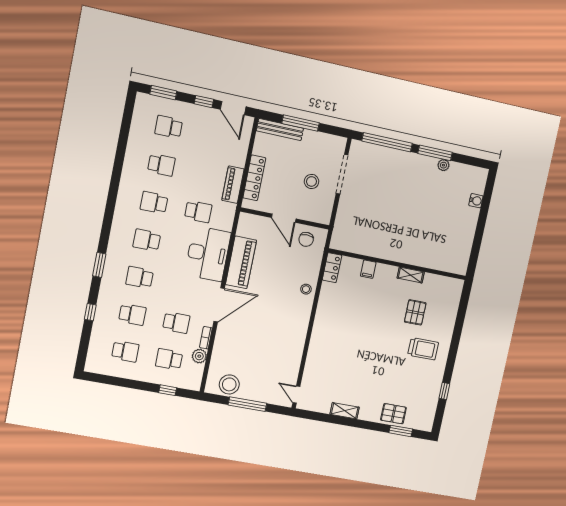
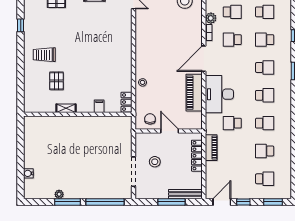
door: (233, 108) -> (222, 202), hinge flipped
school desk: (125, 351) -> (265, 12), turned 180

